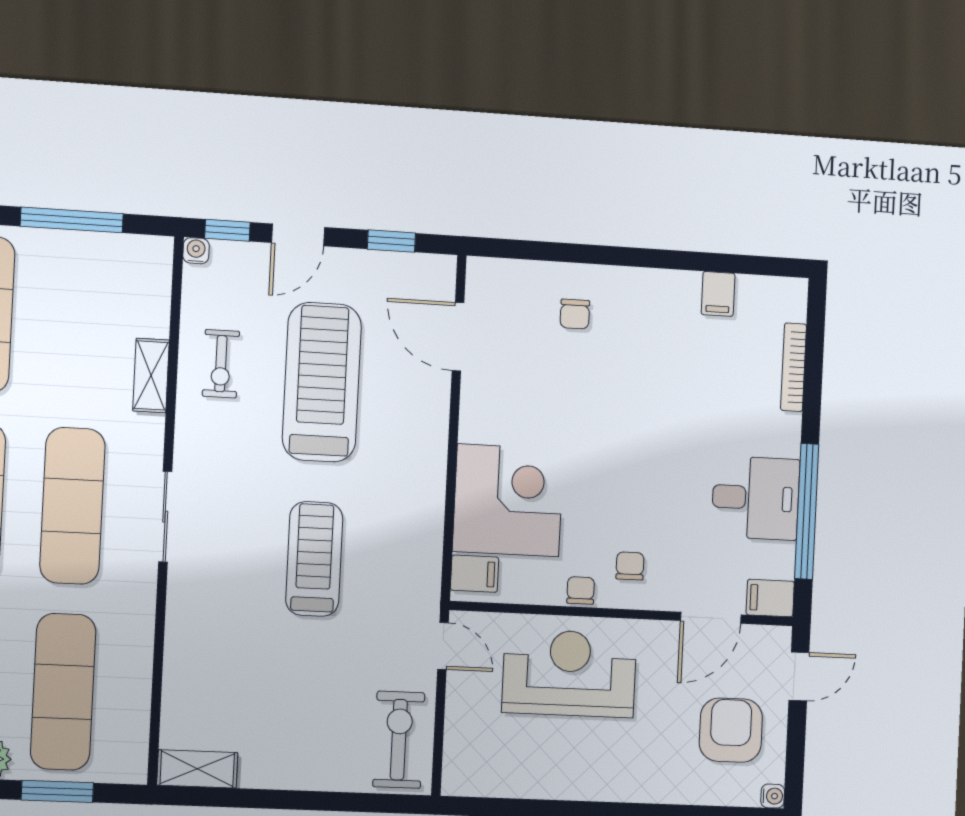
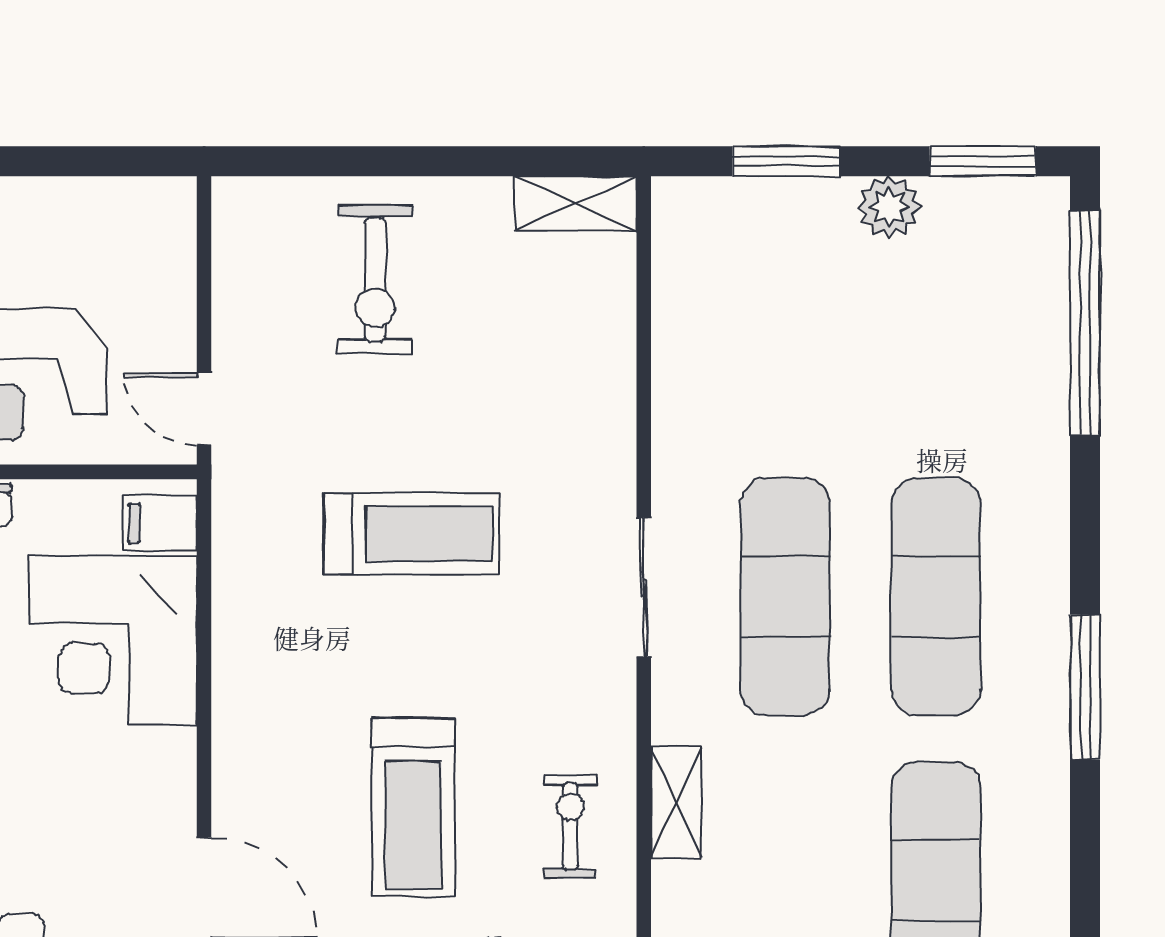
treadmill: (322, 382) -> (413, 807), width x0.73, depth x0.73
treadmill: (314, 559) -> (412, 534), turned -90
exercise mat: (63, 692) -> (785, 313), removed
exercise bike: (399, 740) -> (375, 280), moved

